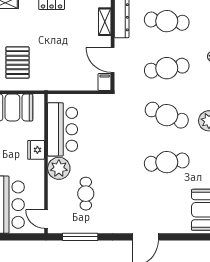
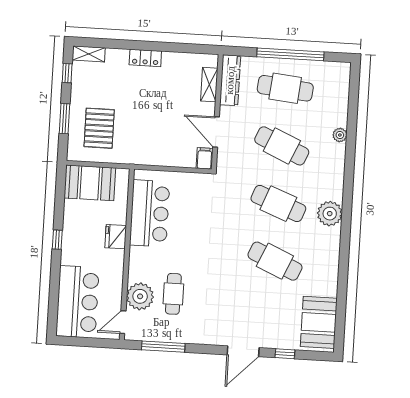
cafe table: (167, 68) -> (282, 146), turned 33
cafe table: (167, 162) -> (275, 261), turned 30
plant: (59, 168) -> (140, 296), moved
door: (46, 219) -> (123, 322), hinge flipped
window: (179, 237) -> (285, 354), added

